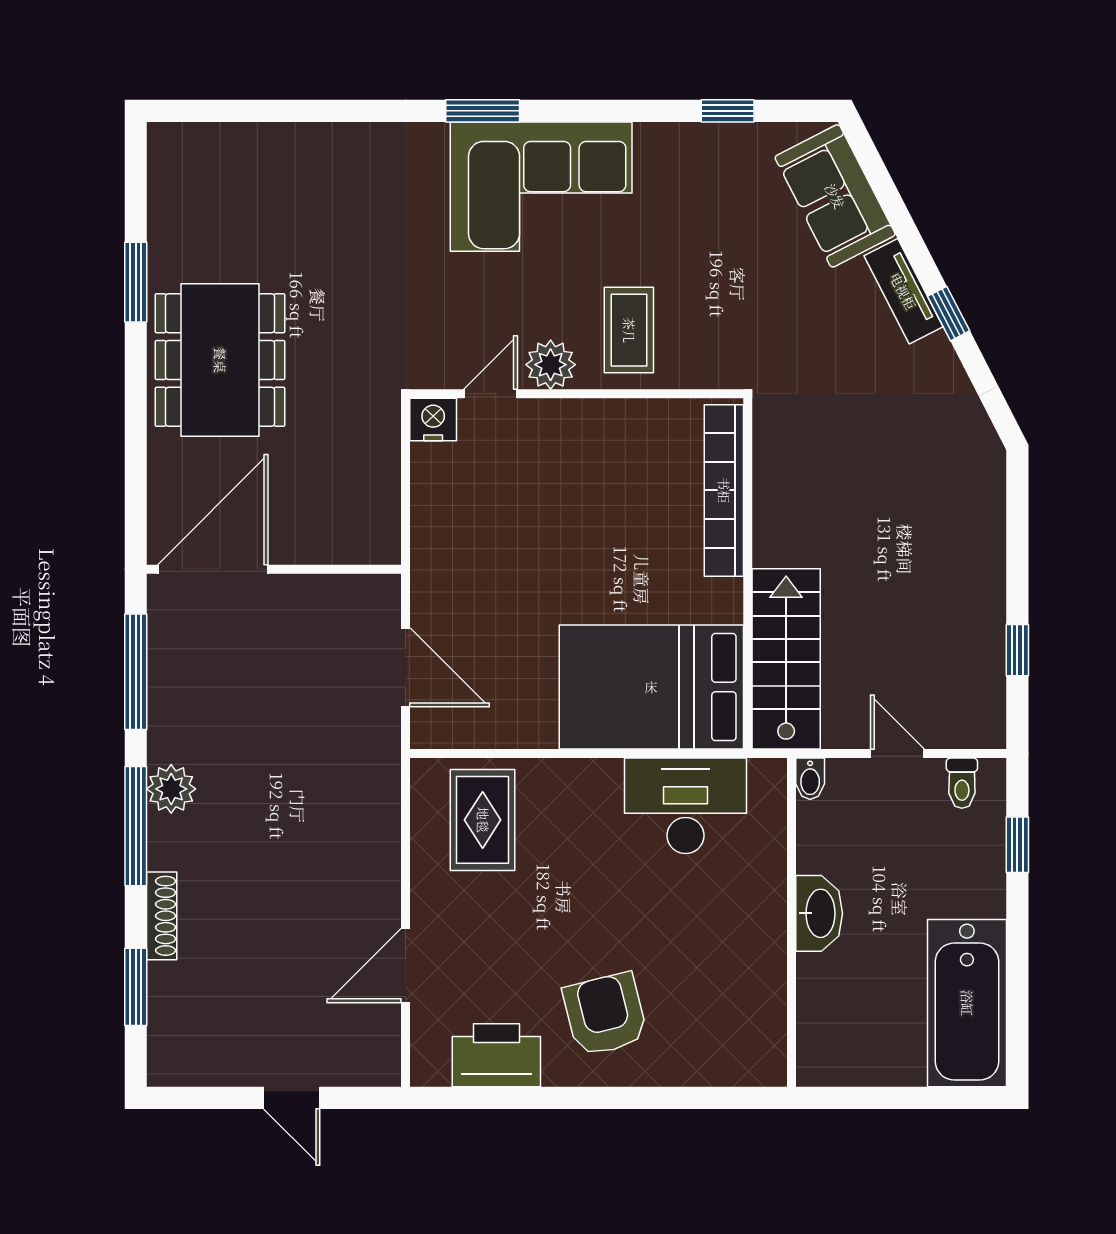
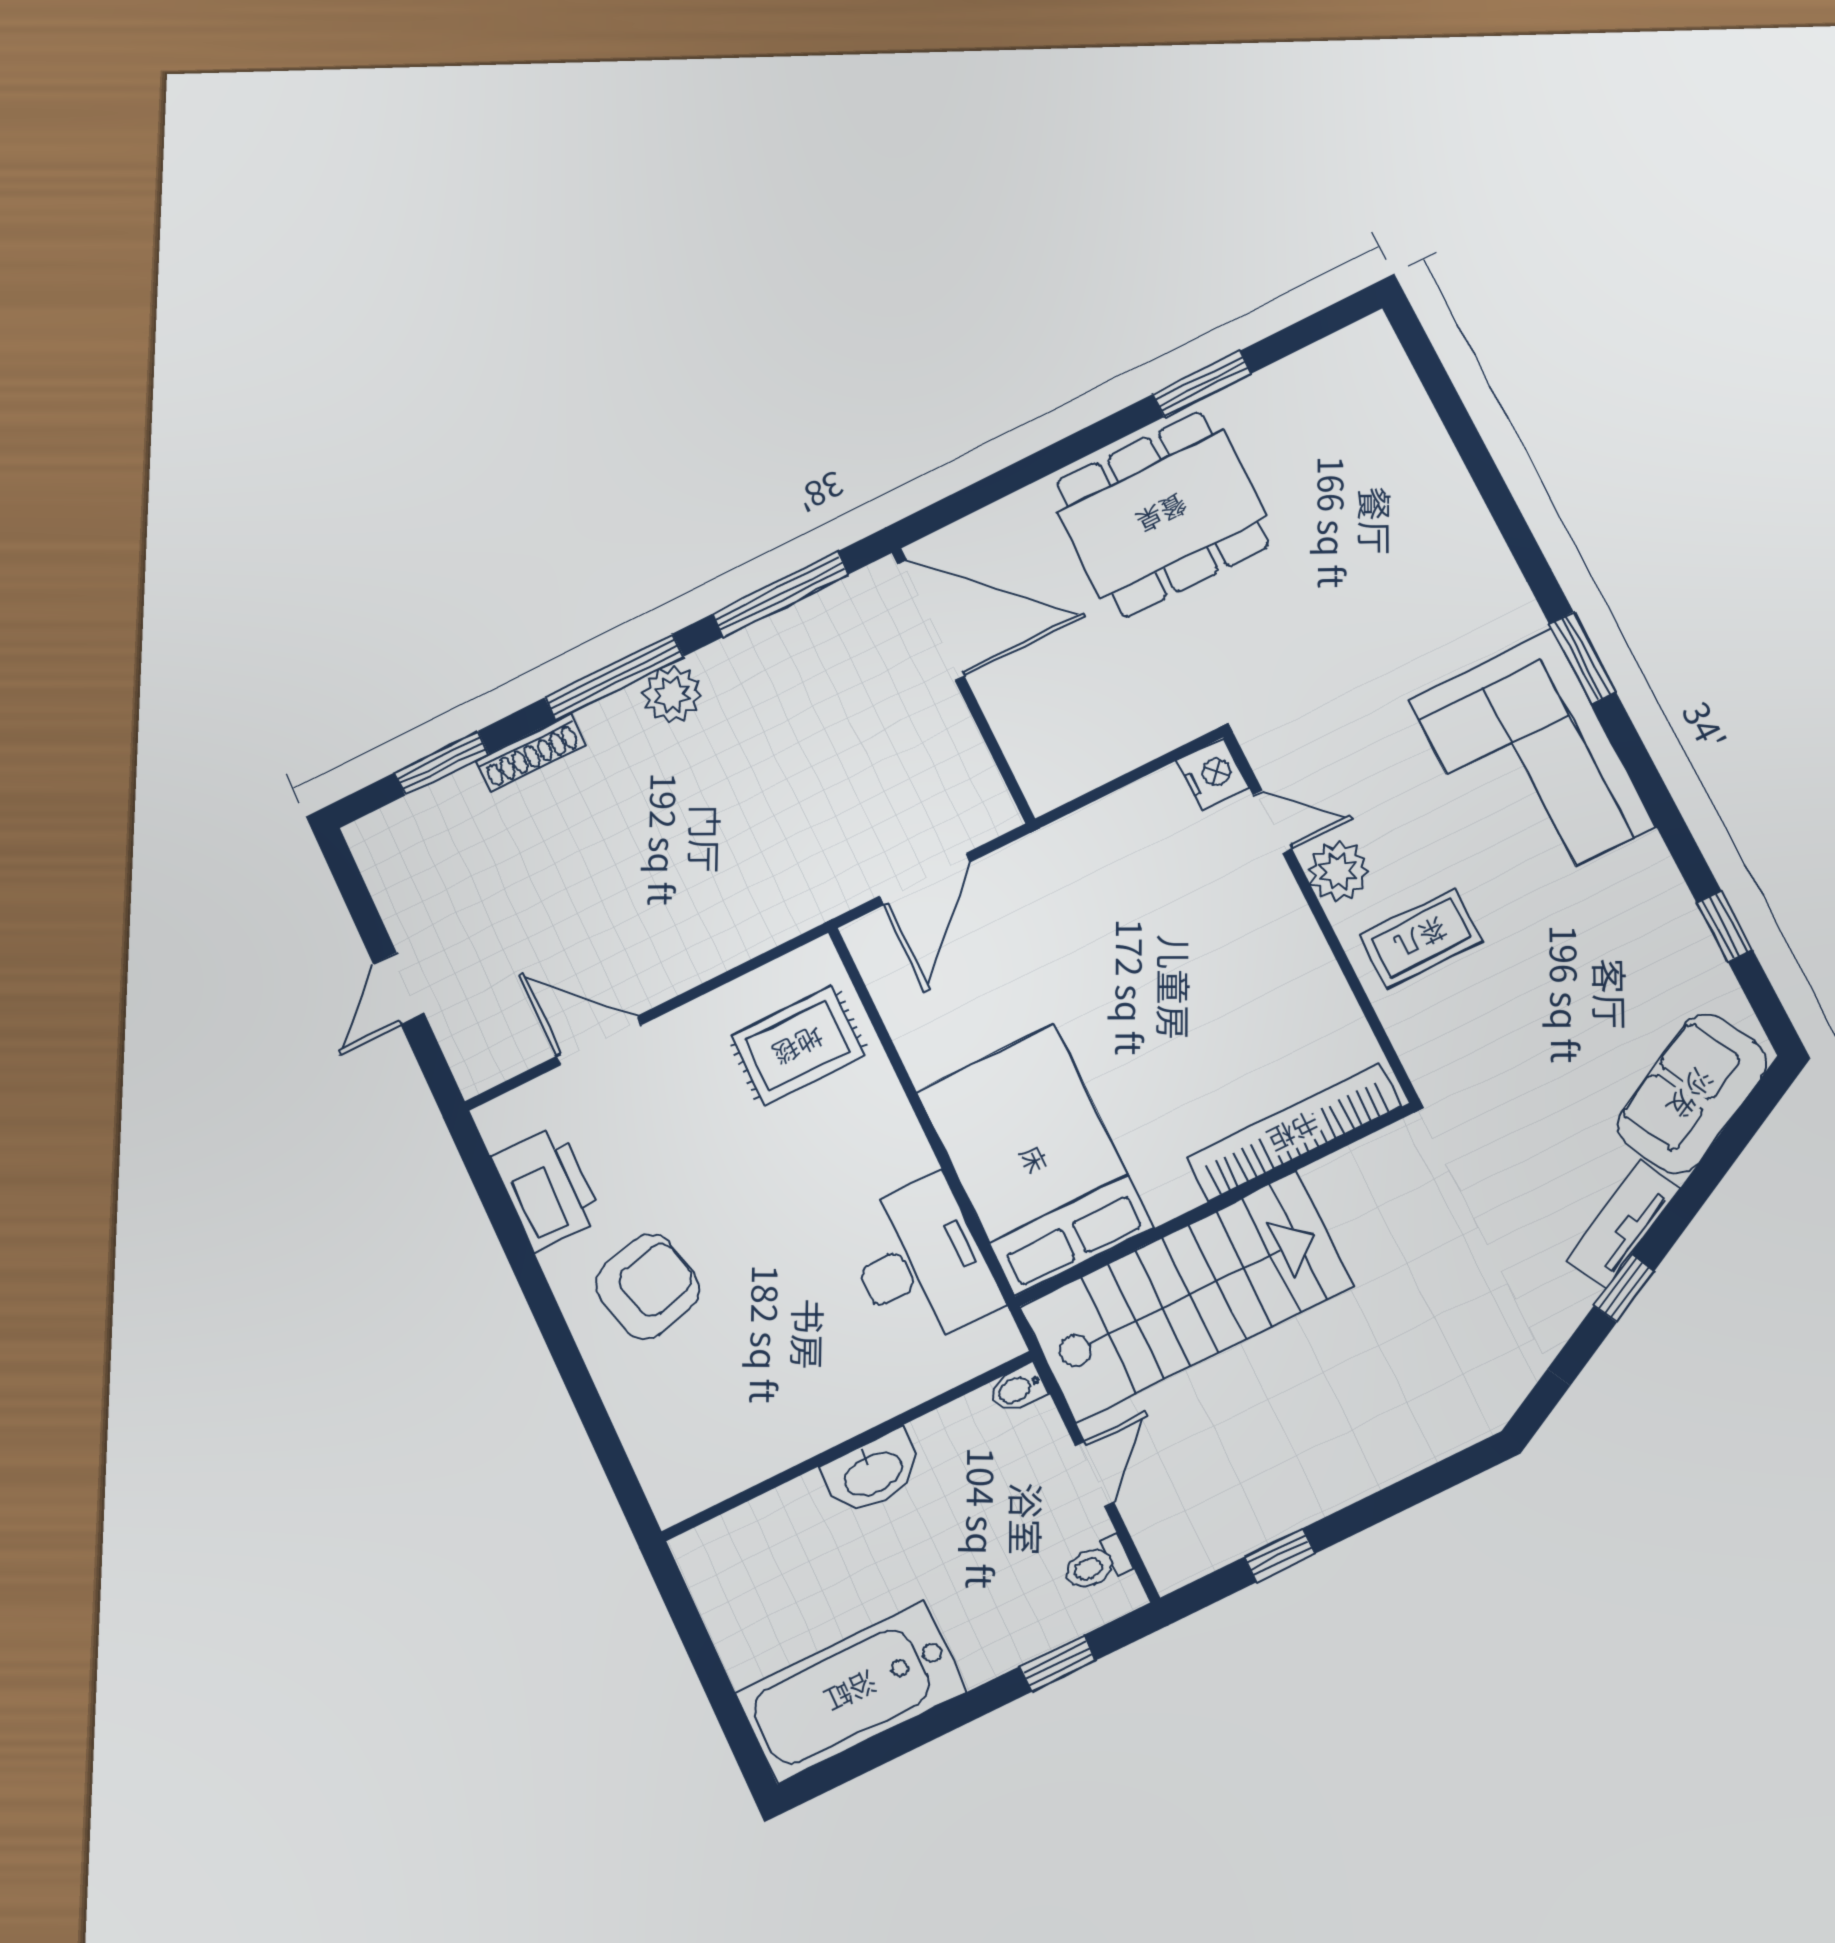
stairs: (786, 659) -> (1186, 1297), width x1.36, depth x1.51

